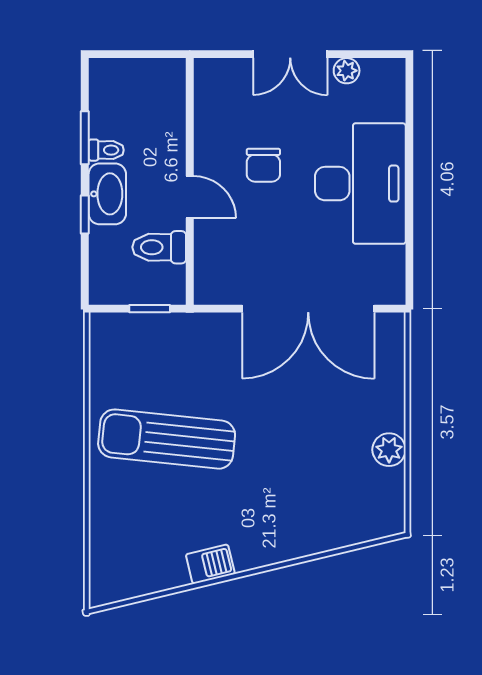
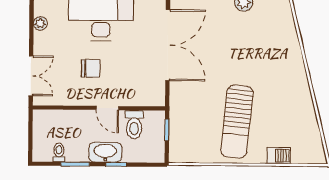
double door: (290, 54) -> (31, 76), moved
toilet: (106, 150) -> (59, 152), moved
door: (190, 197) -> (107, 108), swing flipped
barbecue: (210, 564) -> (279, 156), moved, turned 104

